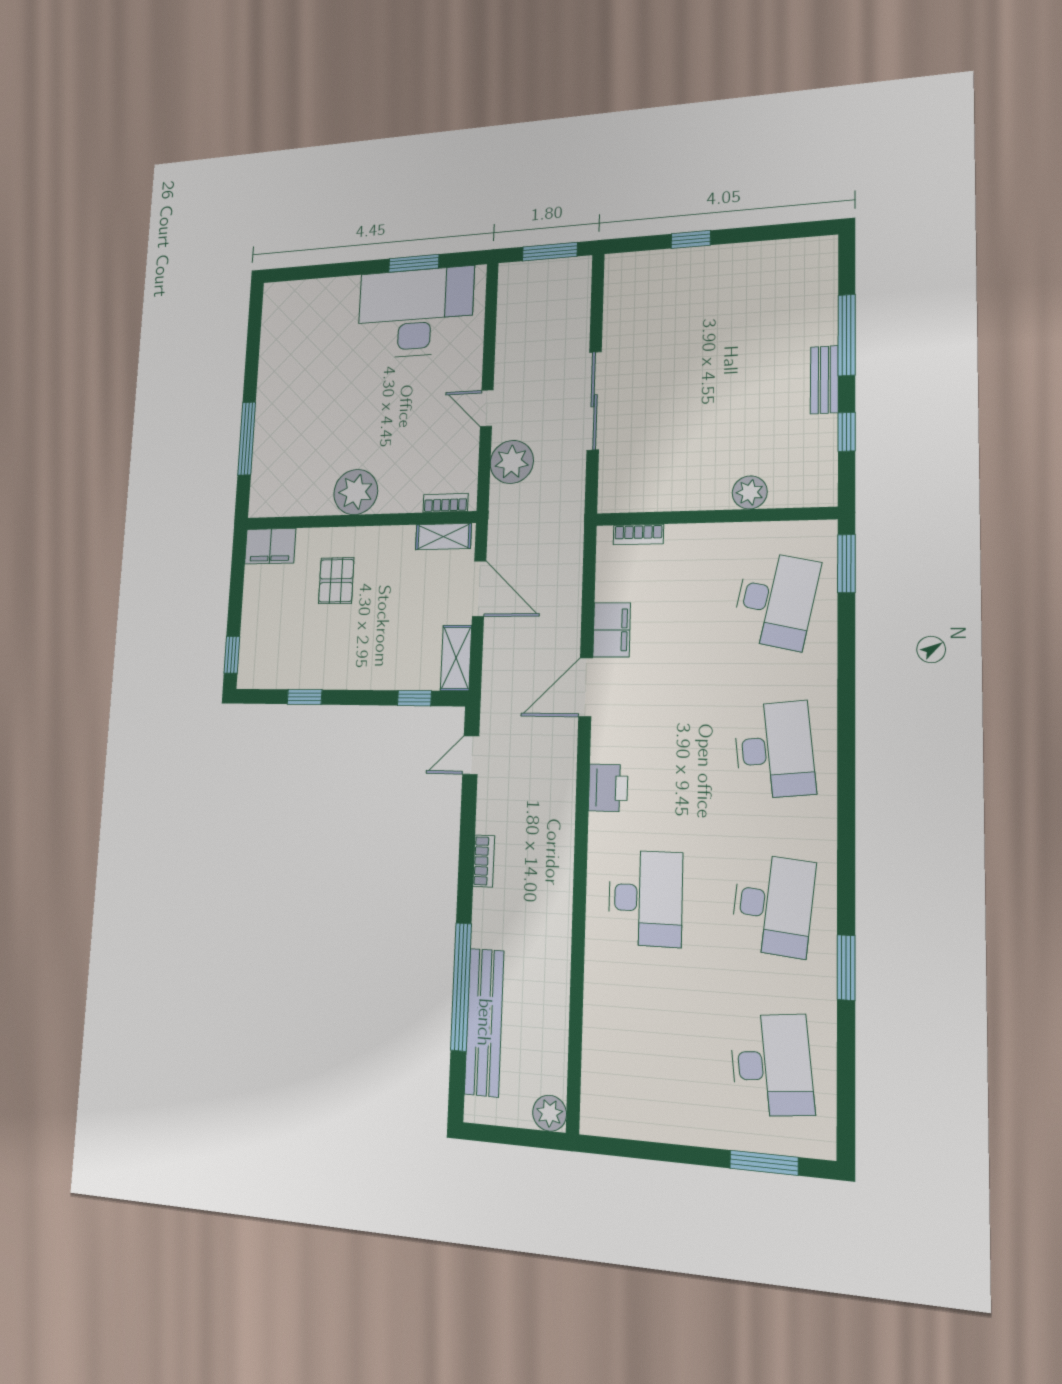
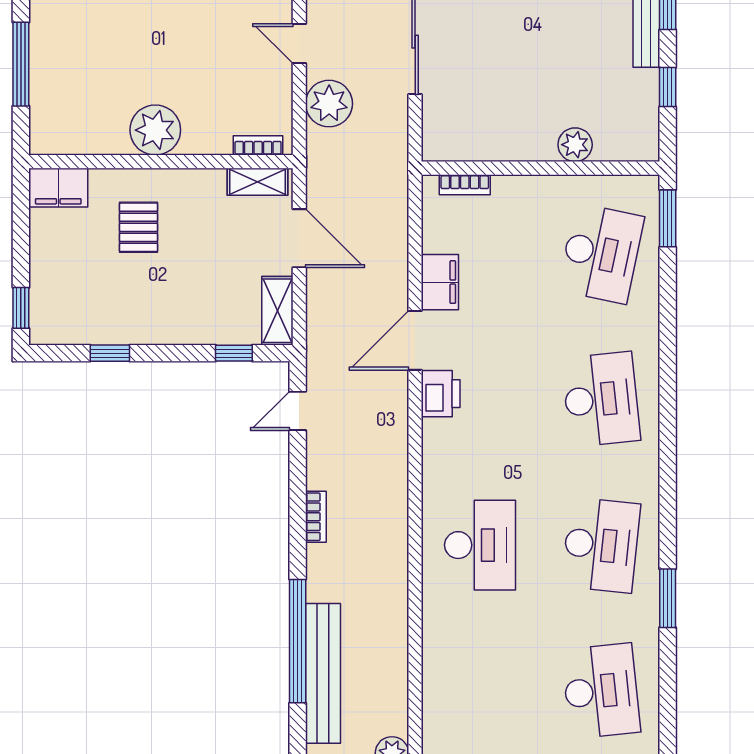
printer: (608, 788) -> (441, 394), moved

